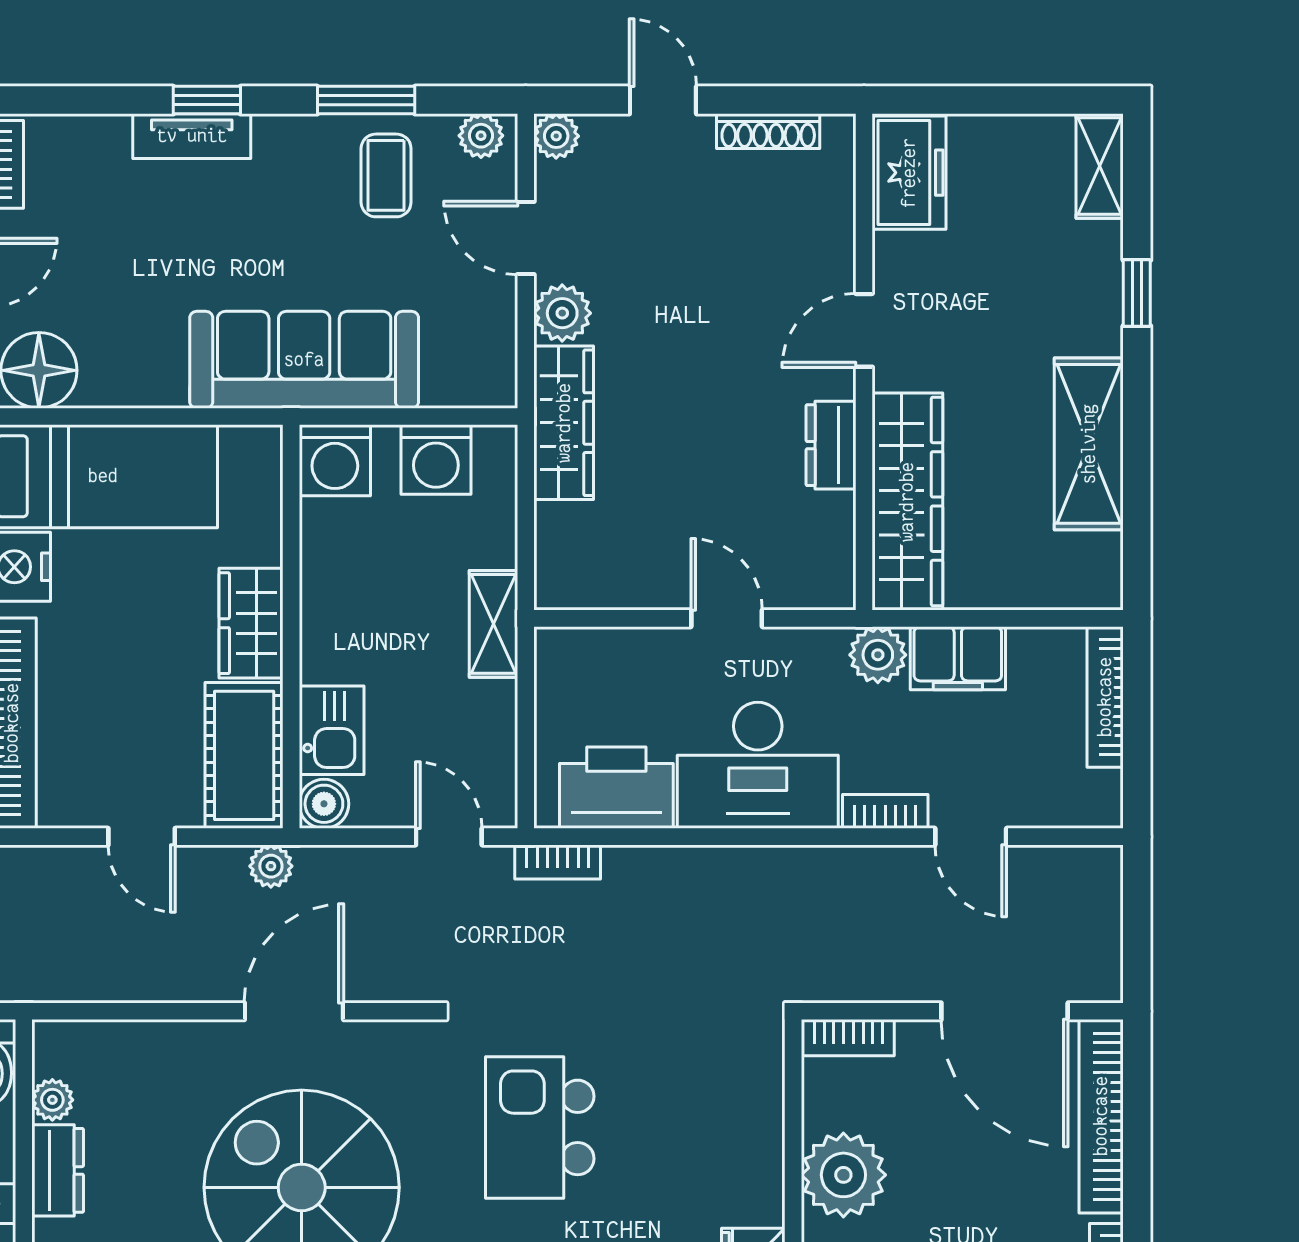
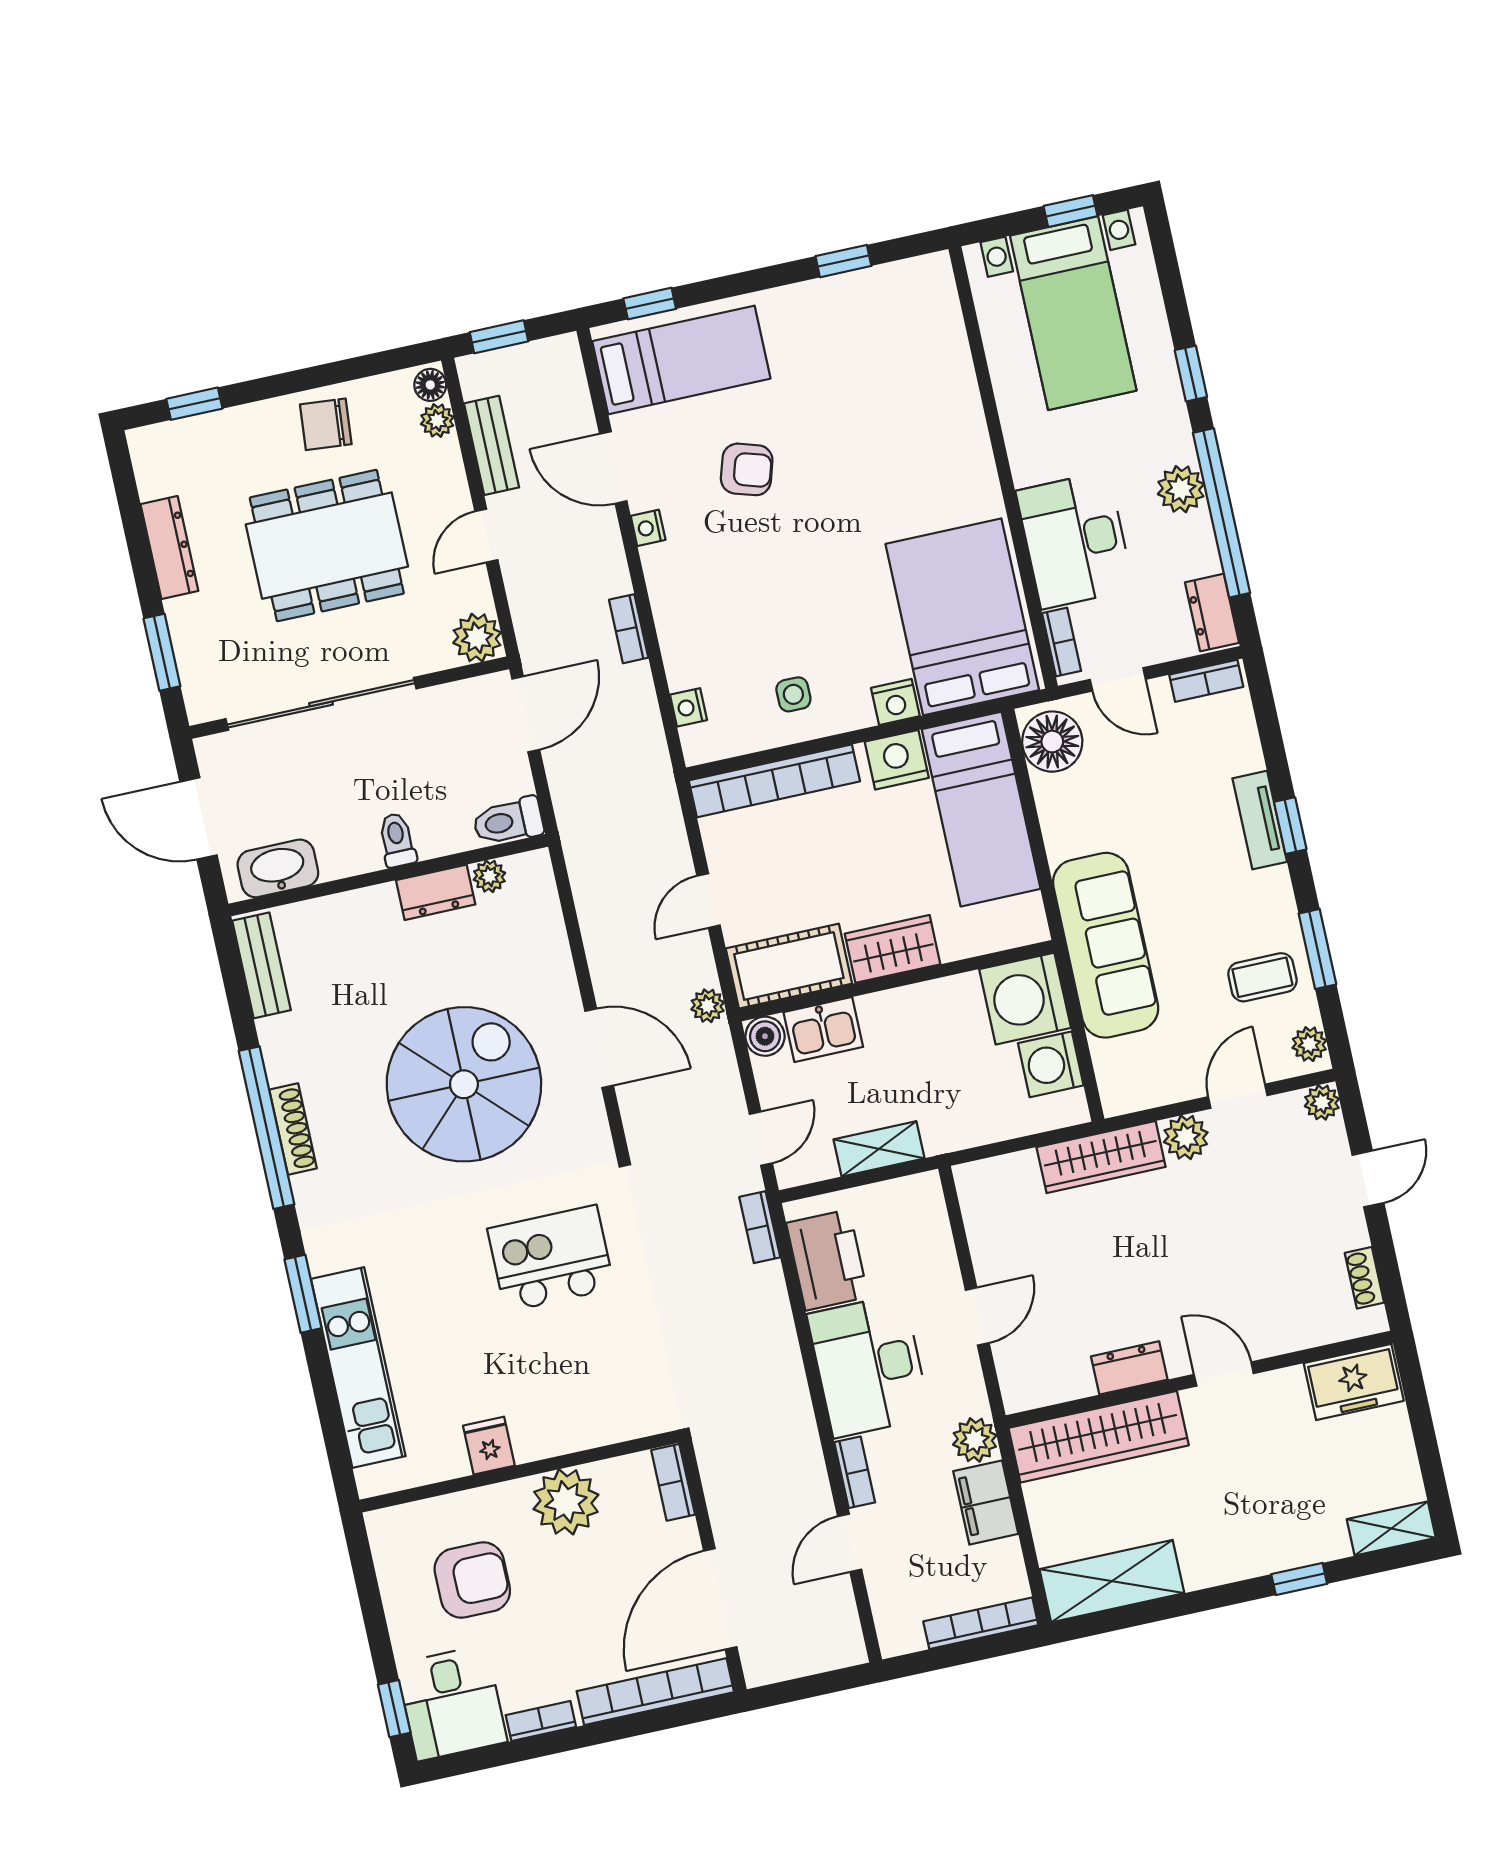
shoe rack: (768, 131) -> (1364, 1278), width x0.70
shelving: (1089, 444) -> (1112, 1581), moved
washing machine: (335, 460) -> (1025, 999), width x1.37, depth x1.37
shelving: (493, 624) -> (879, 1149), moved

